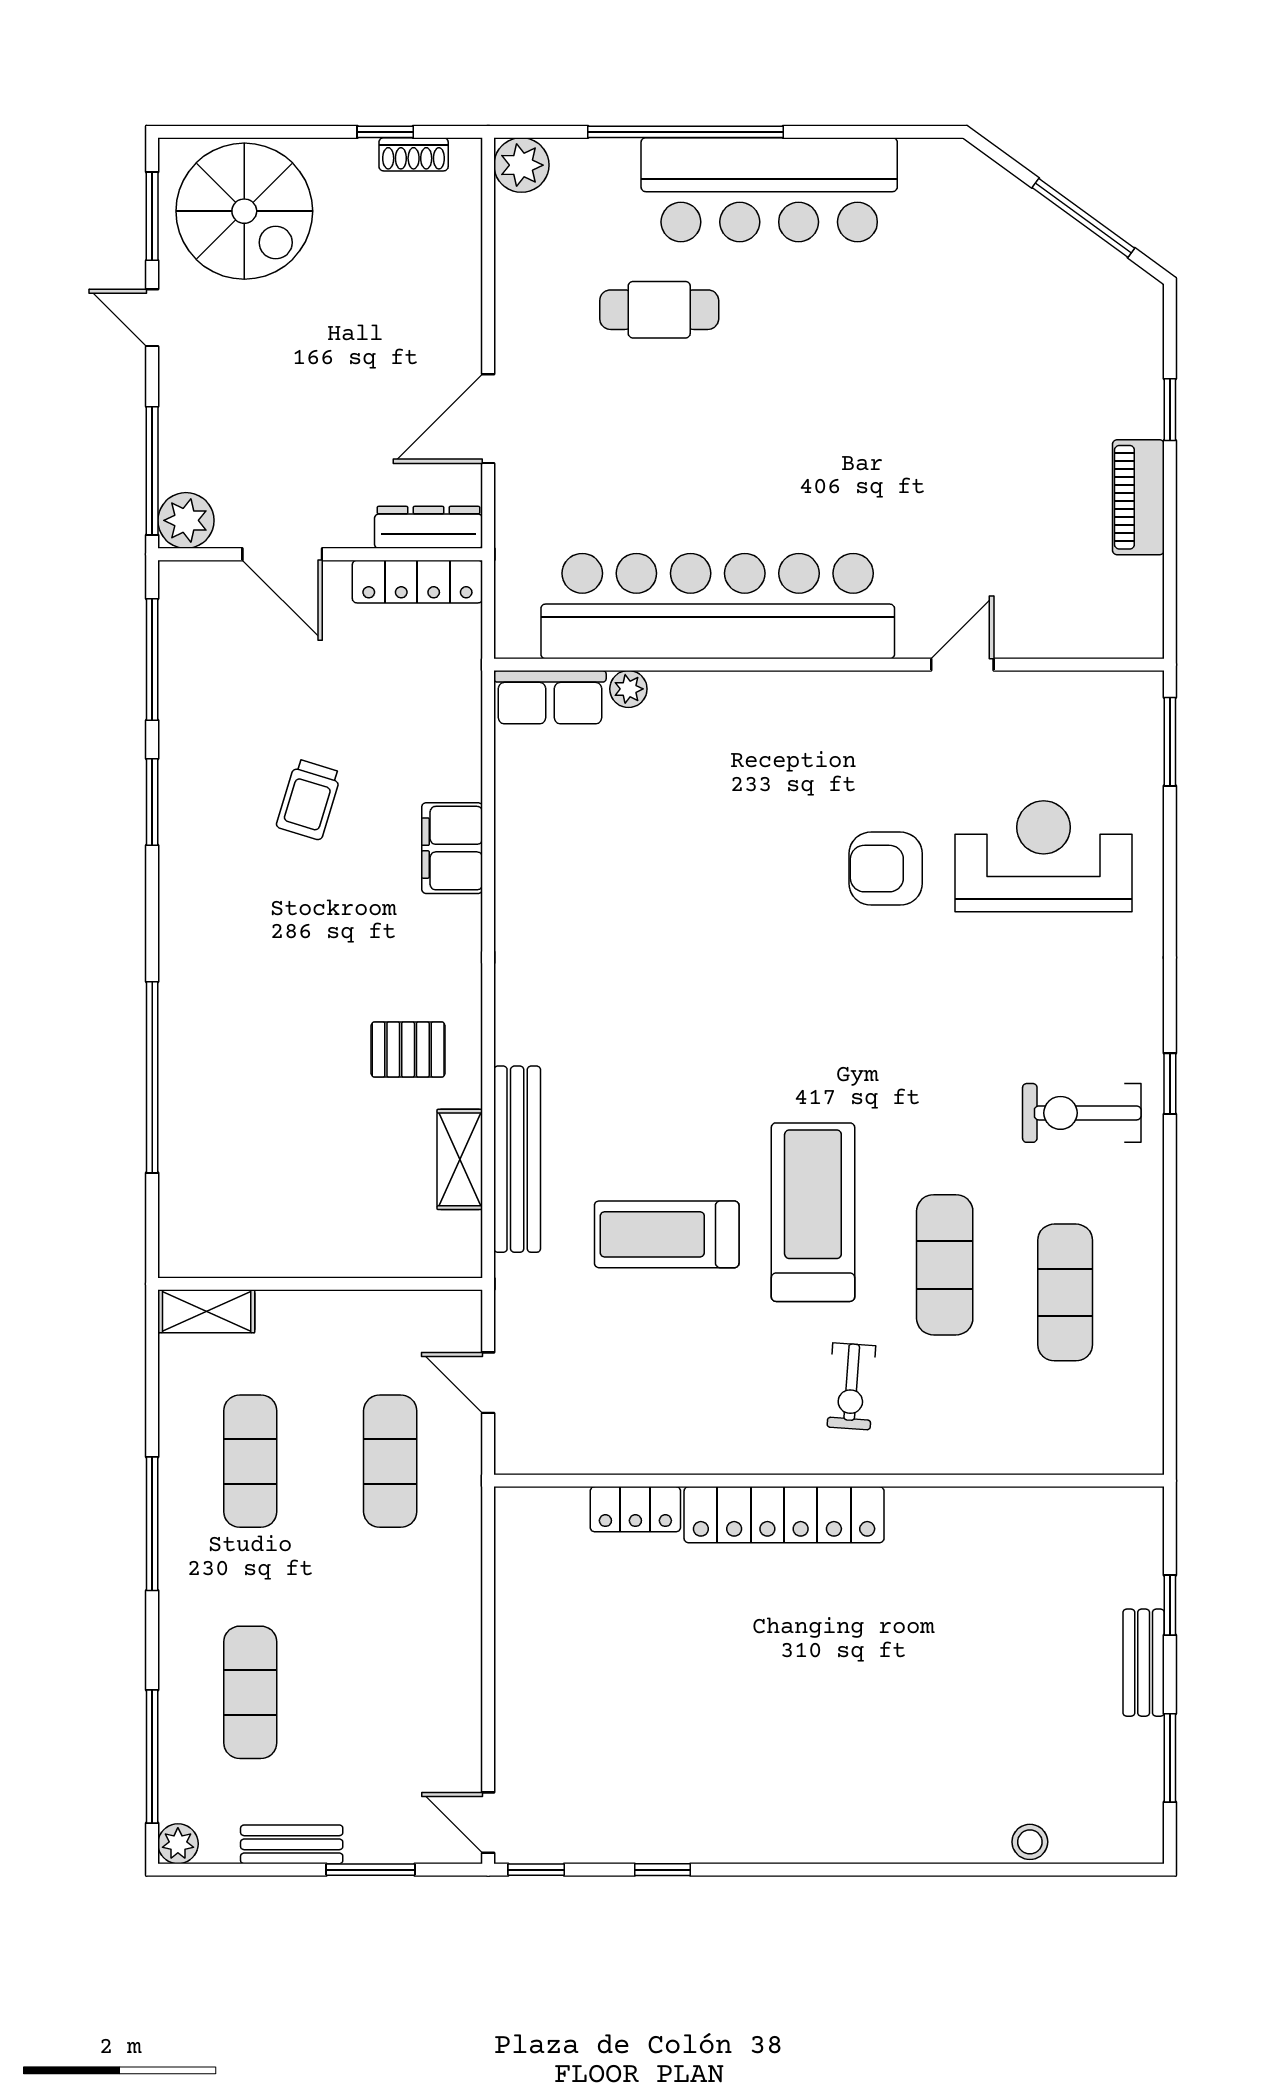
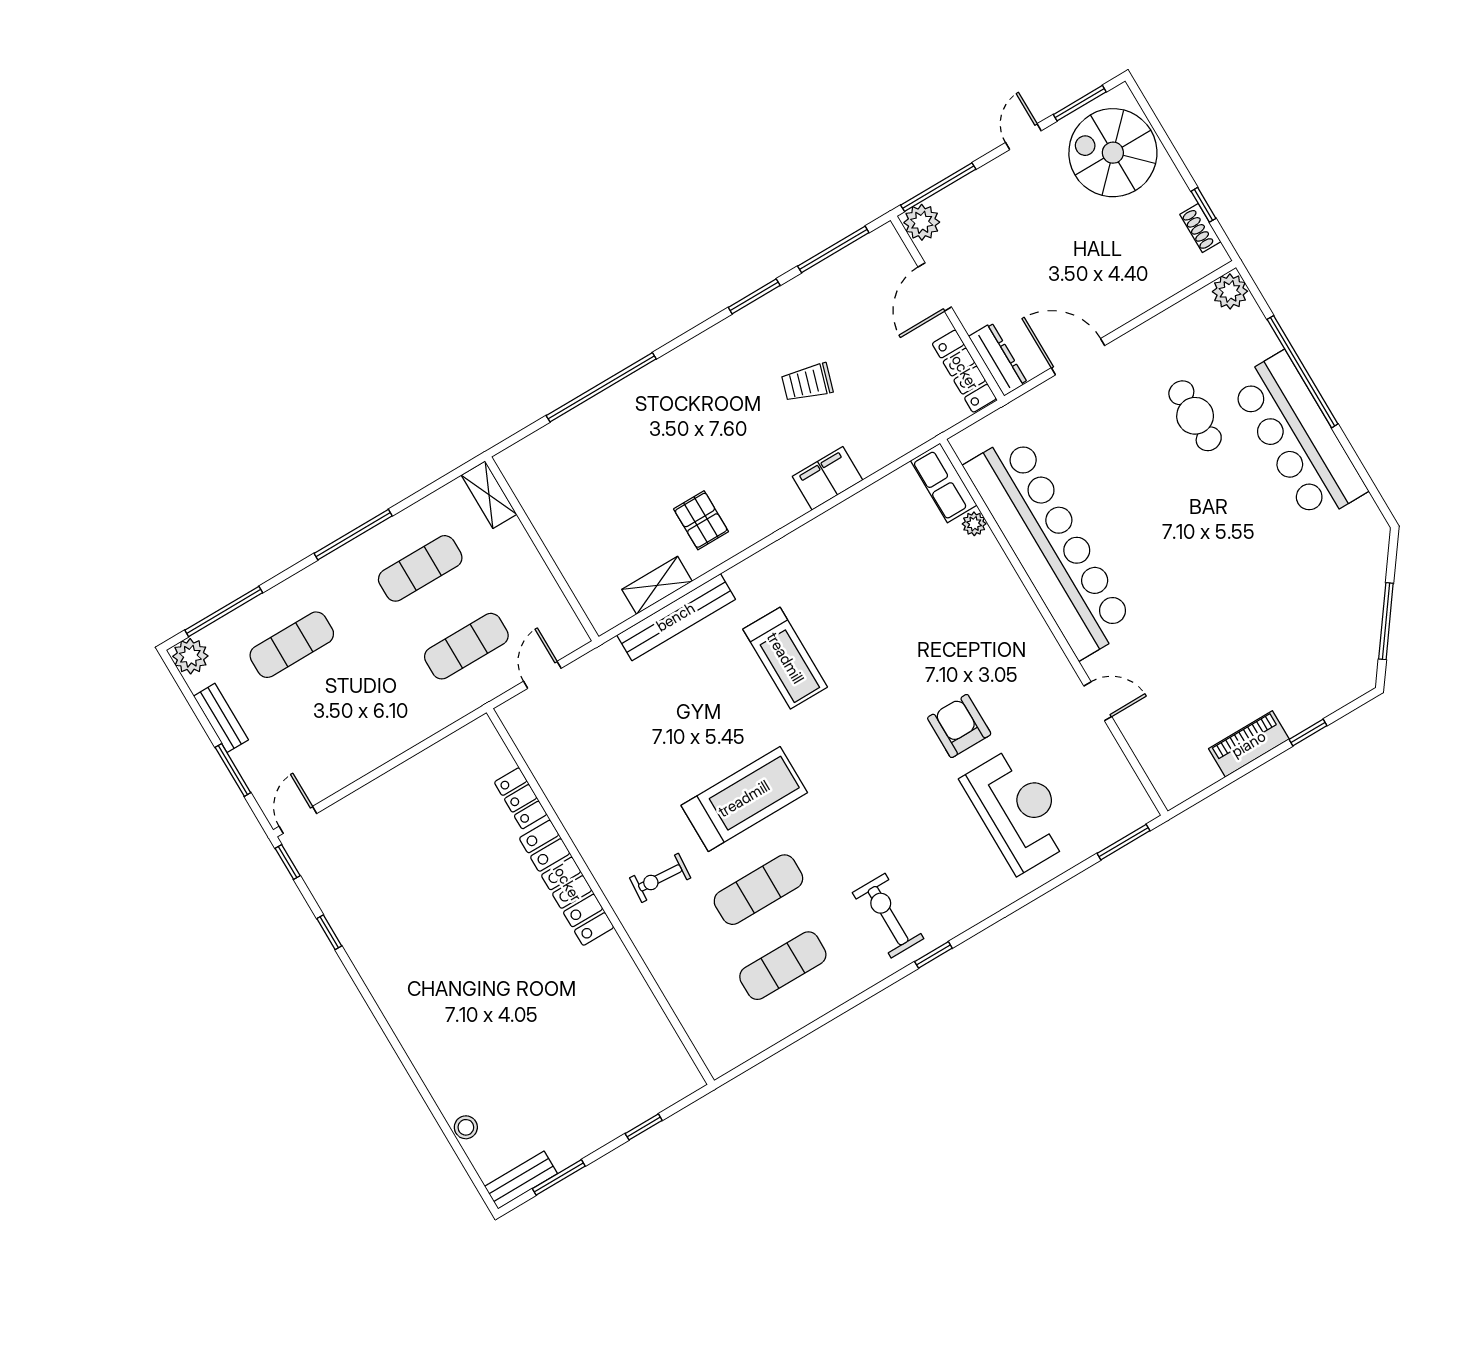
spiral stairs: (244, 211) -> (1113, 153), turned 90
treadmill: (667, 1234) -> (785, 658), moved, turned 180
bench: (1144, 1663) -> (521, 1180), moved
plant: (178, 1844) -> (190, 656), width x1.38, depth x1.38

